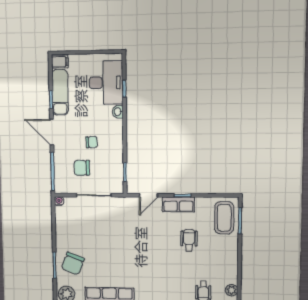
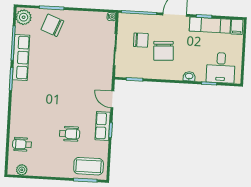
desk: (106, 83) -> (221, 68), width x0.73
chair: (92, 142) -> (163, 51), width x1.87, depth x1.87
chair: (82, 168) -> (141, 40), turned 90

